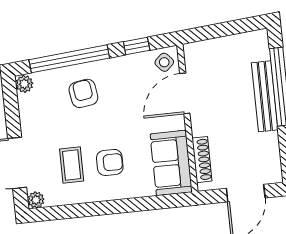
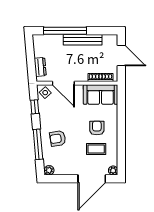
dresser: (210, 48) -> (40, 67), added
window: (69, 59) -> (38, 144), width x0.68
bench: (265, 96) -> (83, 40), moved

